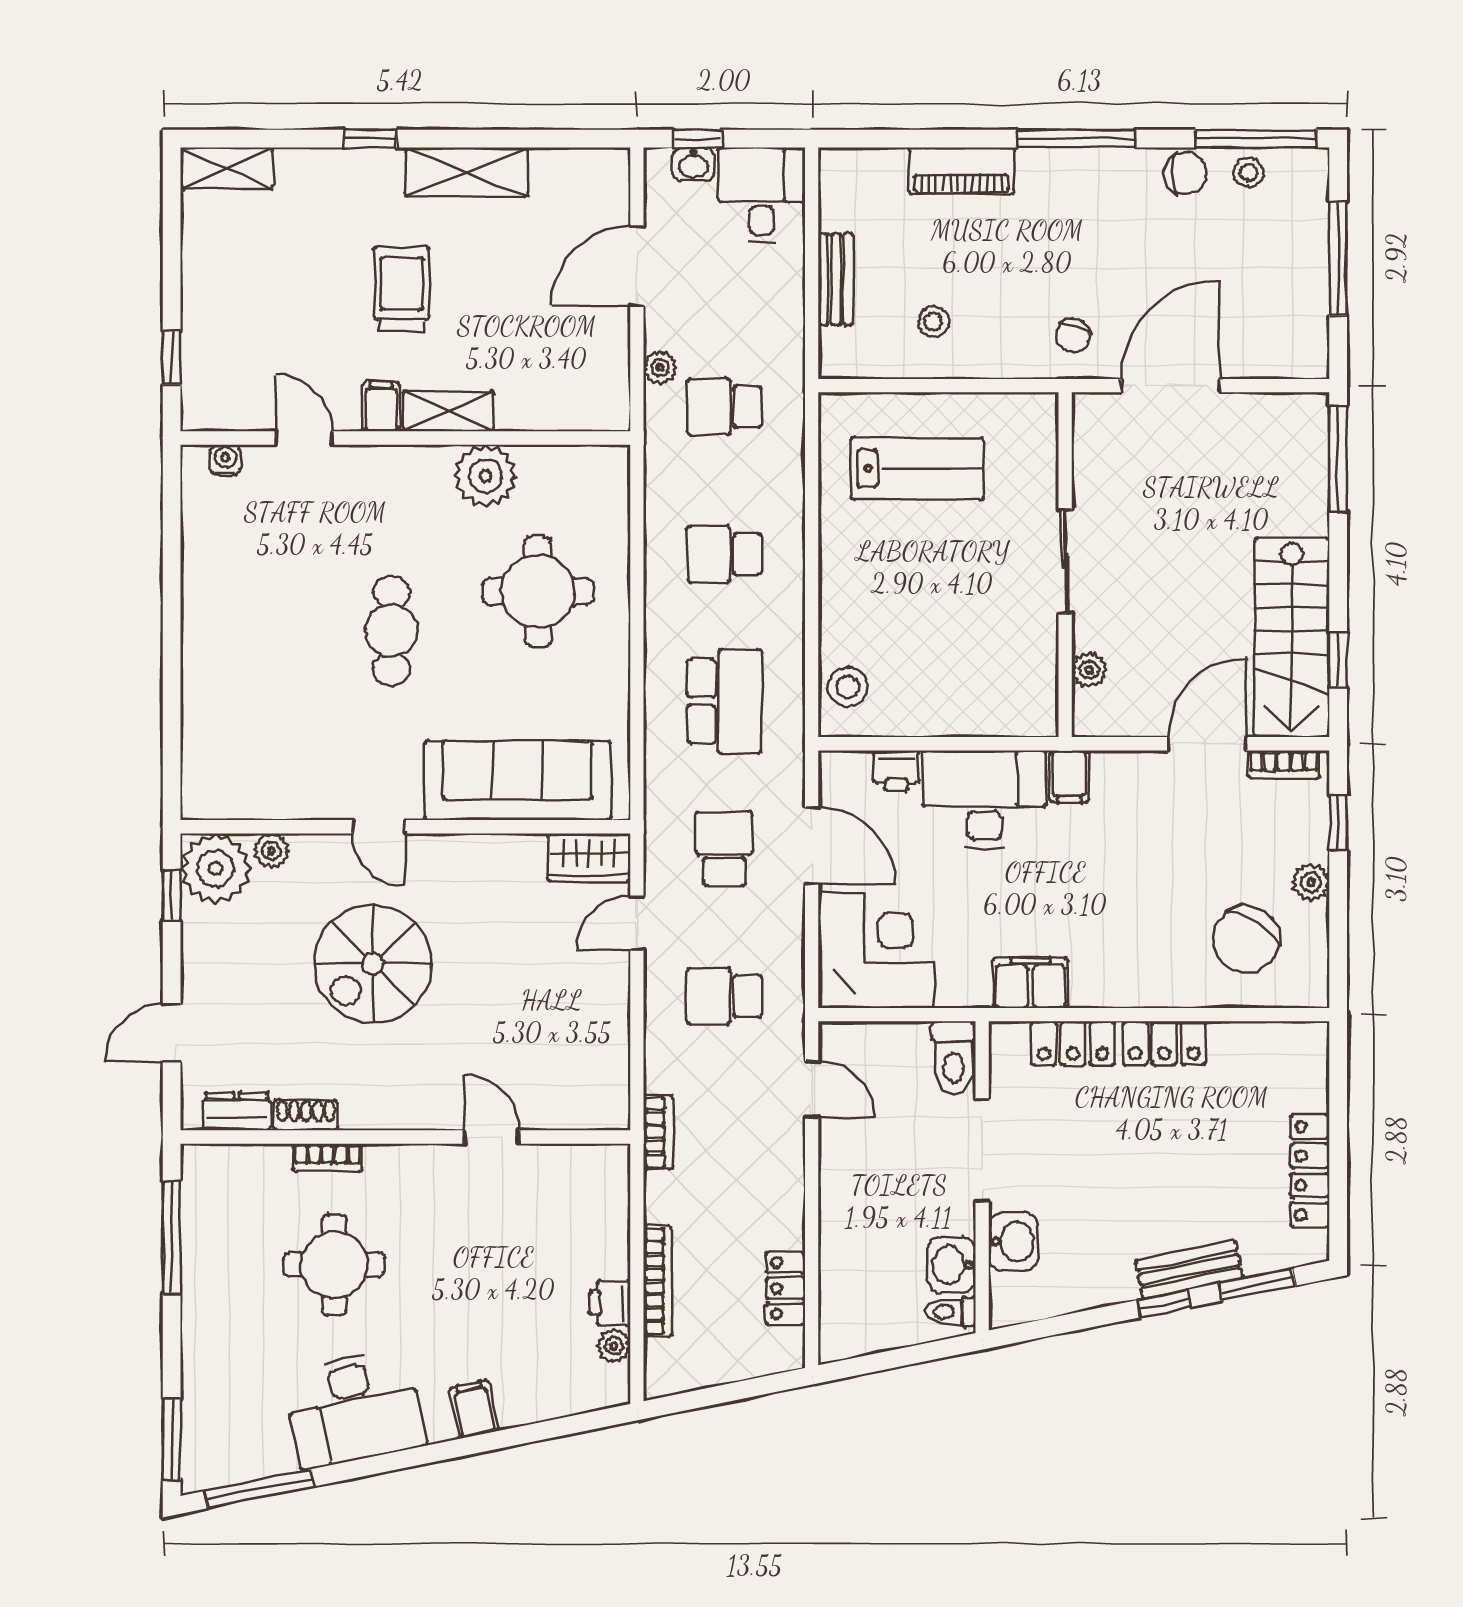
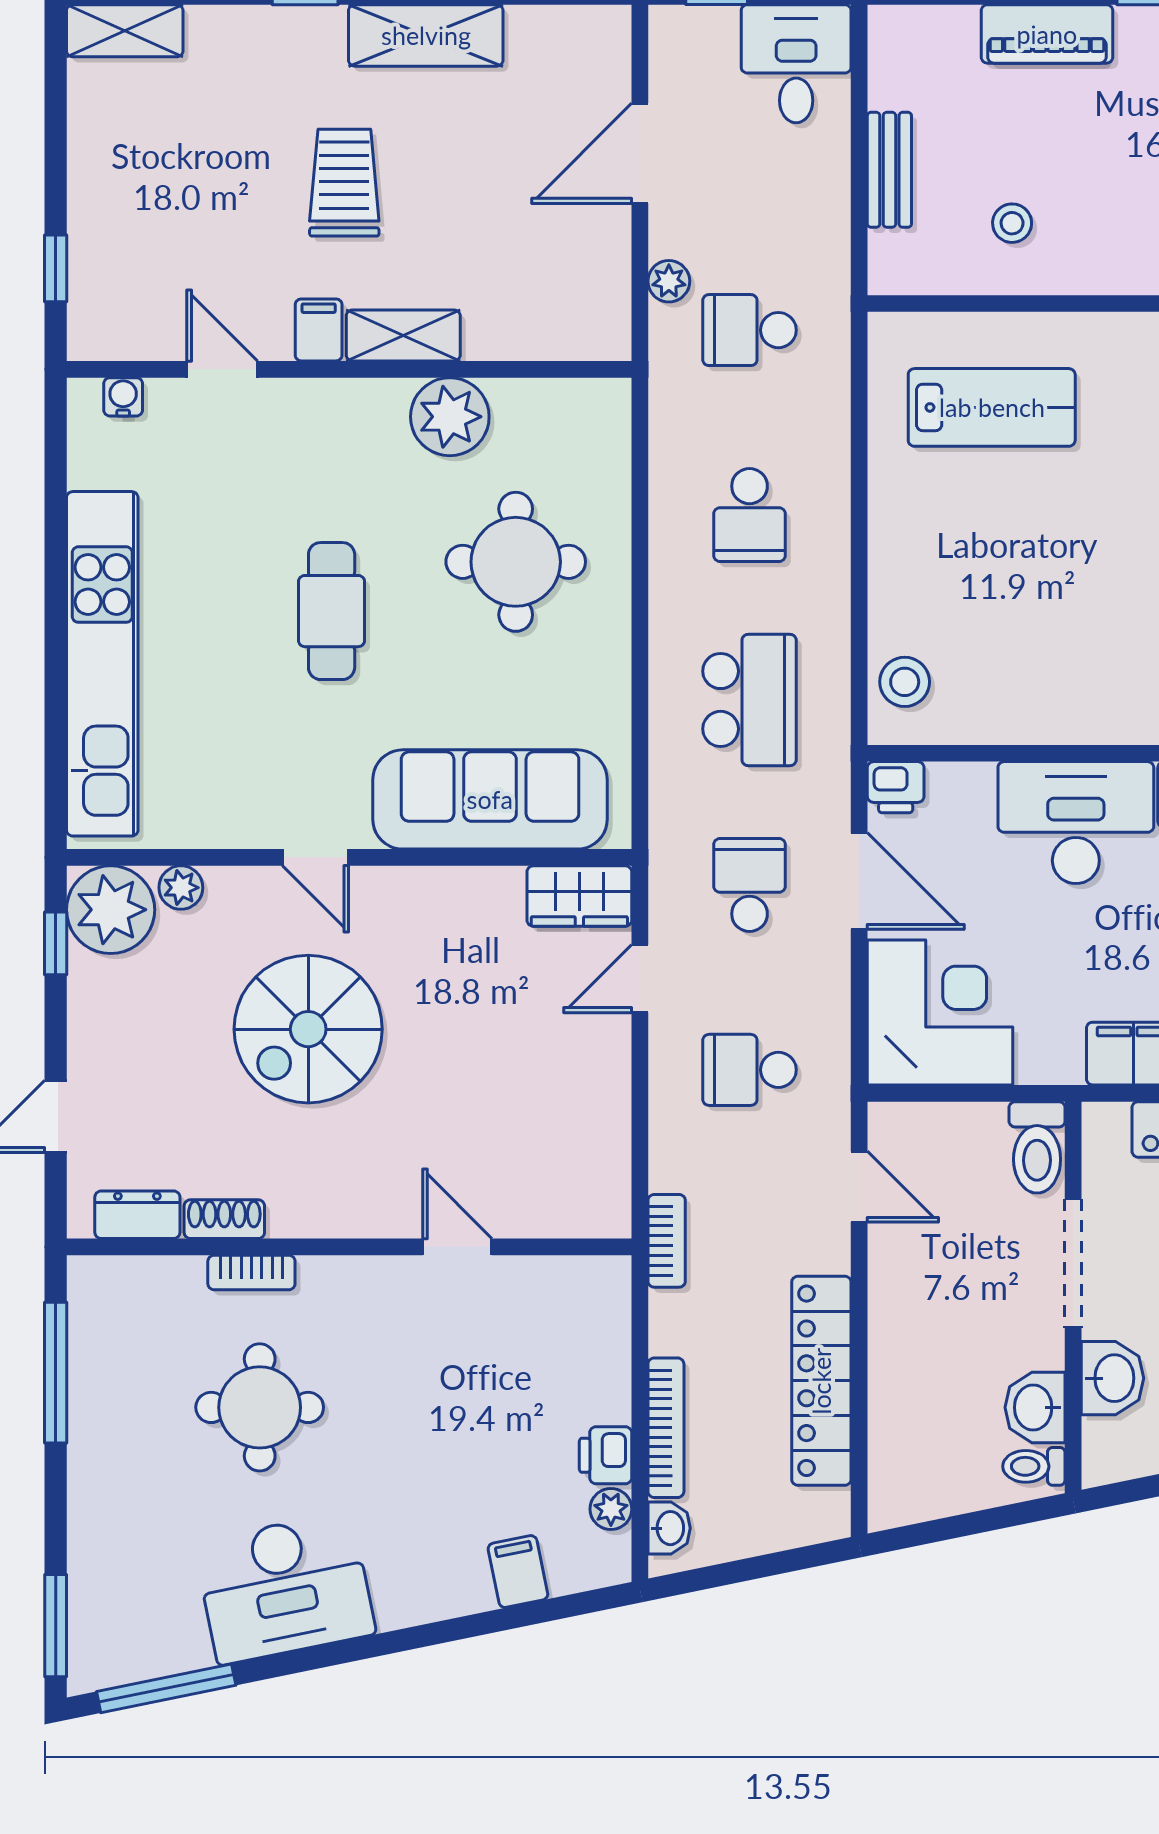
washbasin: (693, 164) -> (669, 1528), moved, turned -90
school desk: (724, 554) -> (750, 515), turned -90
kitchen unit: (209, 673) -> (102, 664), added
printer: (896, 771) -> (896, 787), moved
locker: (786, 1288) -> (821, 1381), width x2.16, depth x1.21
filing cabinet: (474, 1409) -> (518, 1572), moved

